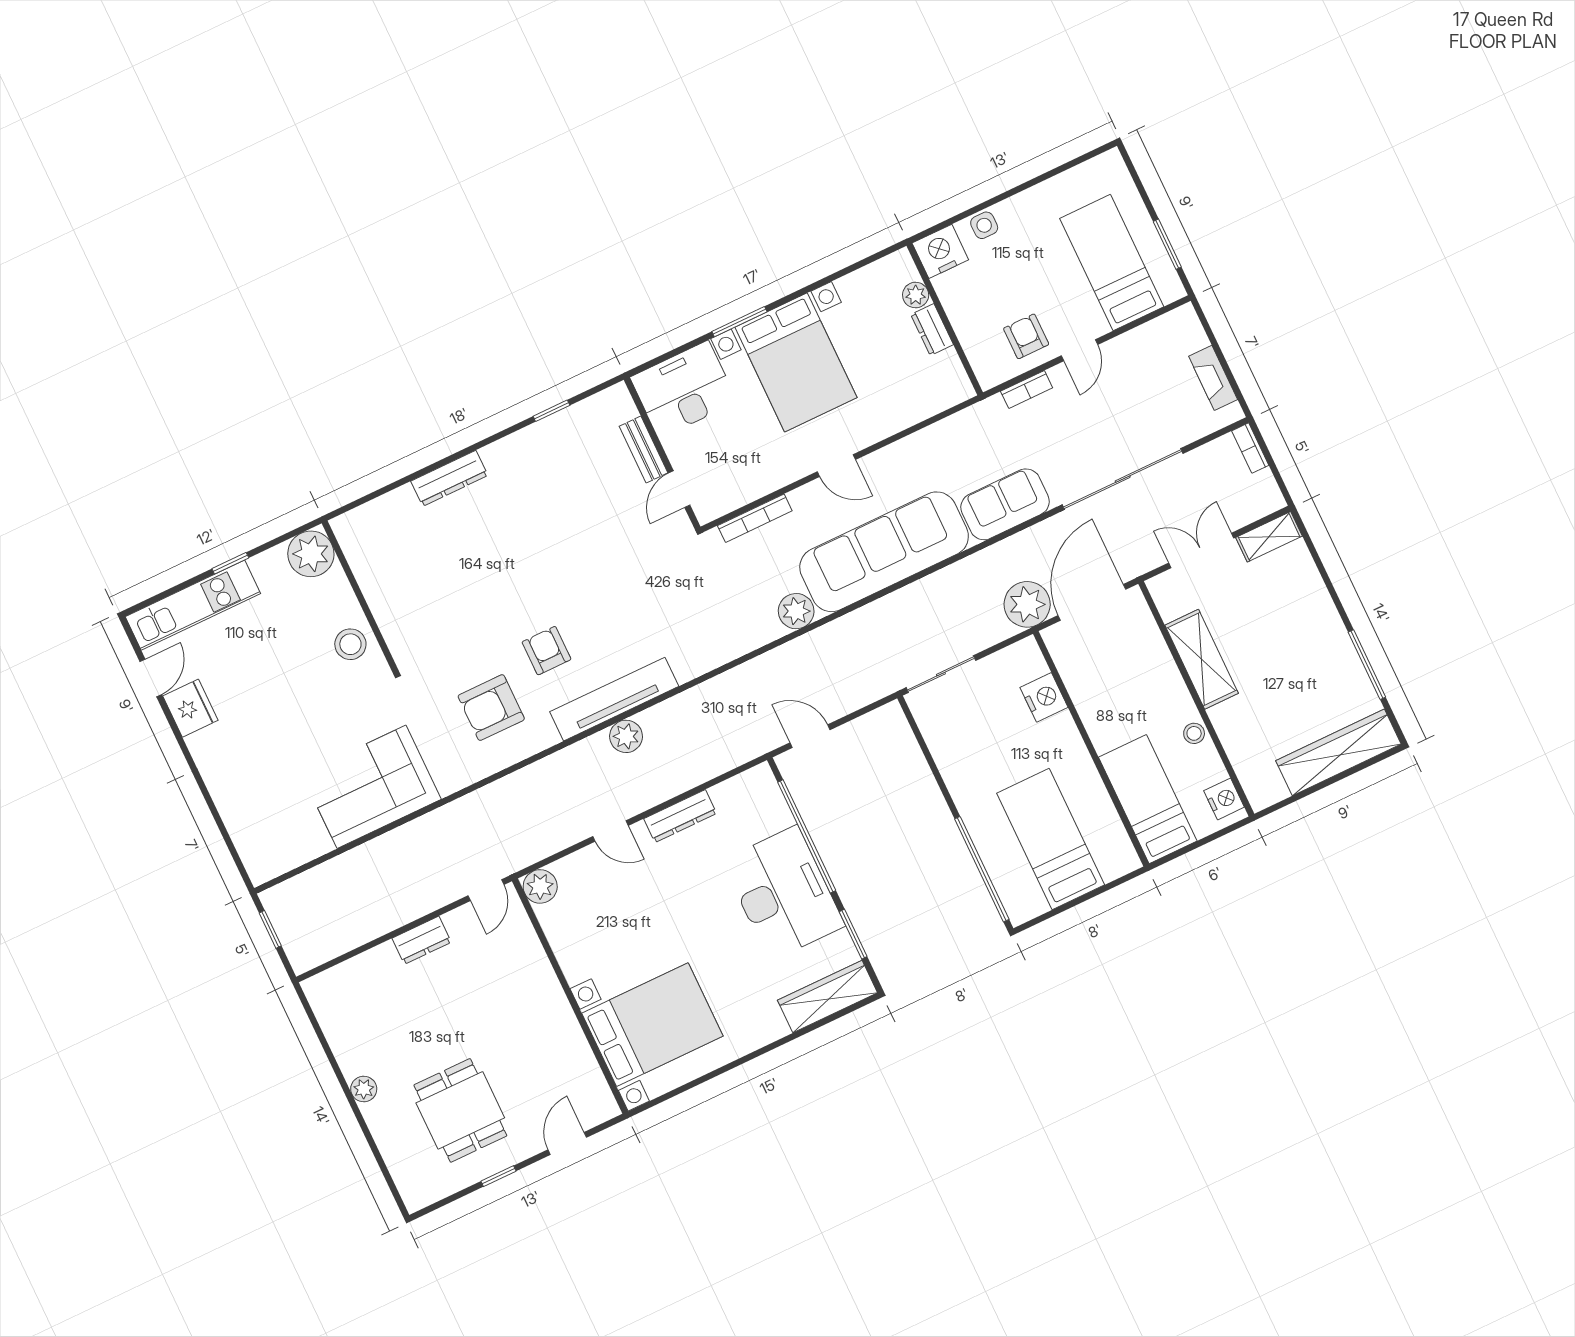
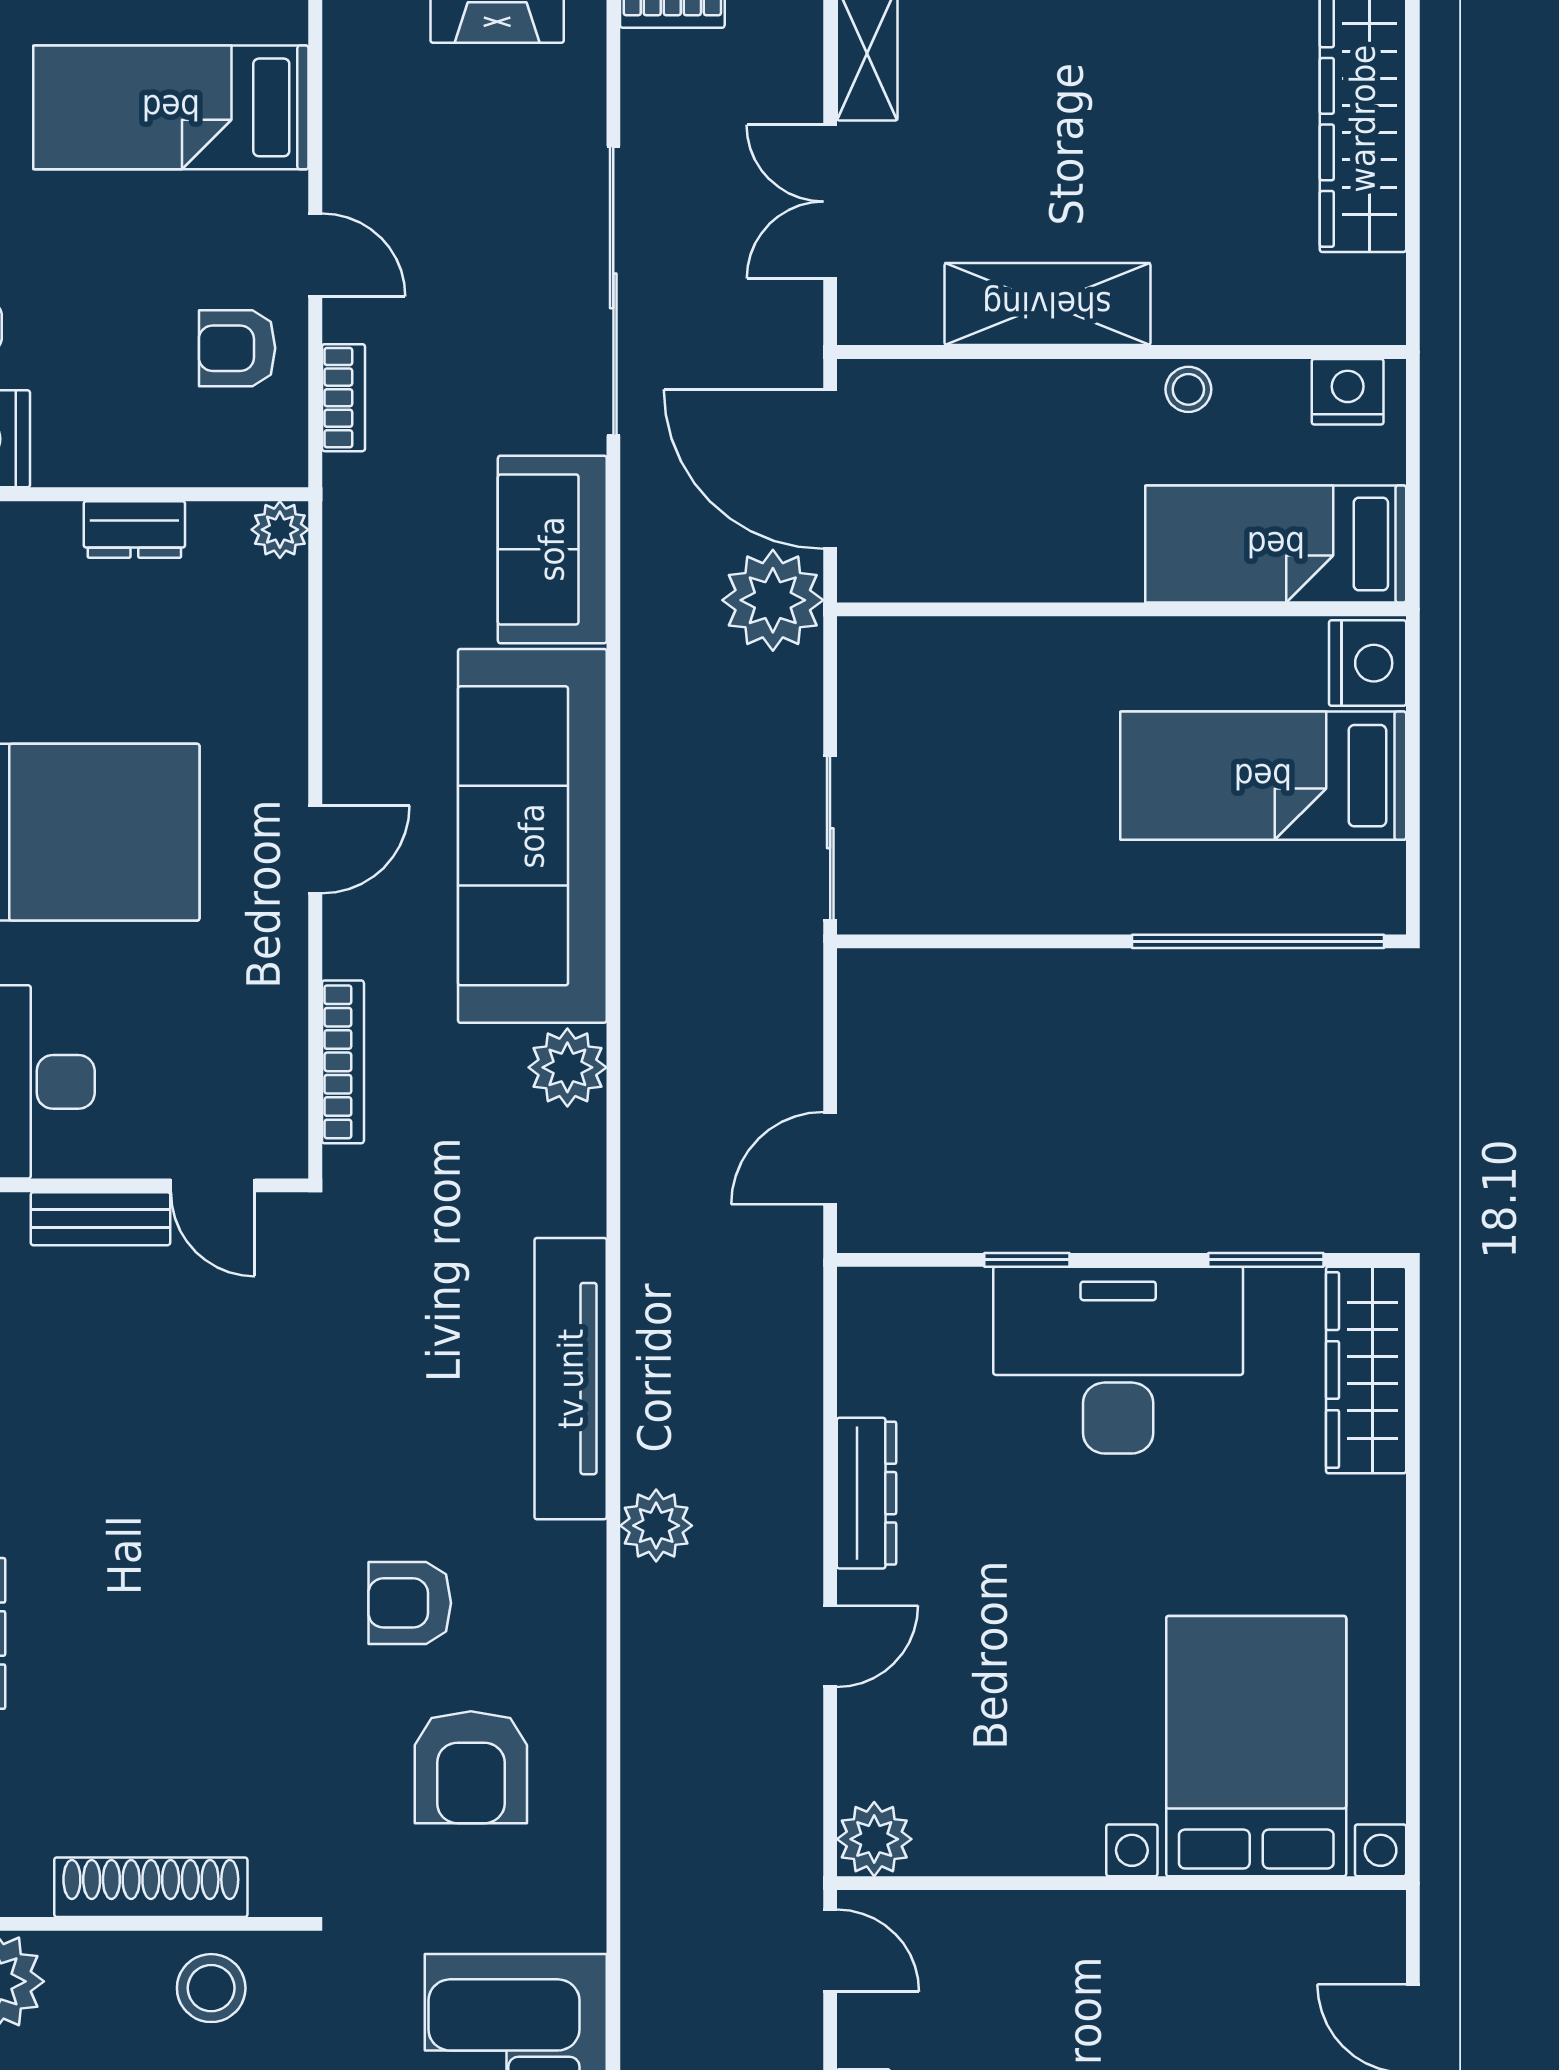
plant: (916, 295) -> (280, 530), moved
shoe rack: (380, 600) -> (151, 1887), added
nightstand: (1044, 697) -> (1368, 663), moved, turned 90
tv unit: (614, 699) -> (571, 1379), moved
window: (807, 836) -> (1027, 1260), width x0.32

